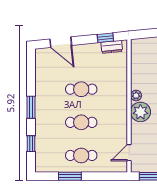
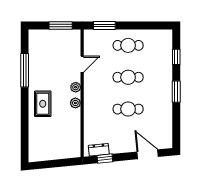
plant: (140, 112) -> (76, 87), width x0.53, depth x0.53
door: (129, 153) -> (82, 64), moved
window: (70, 176) -> (104, 26), moved

